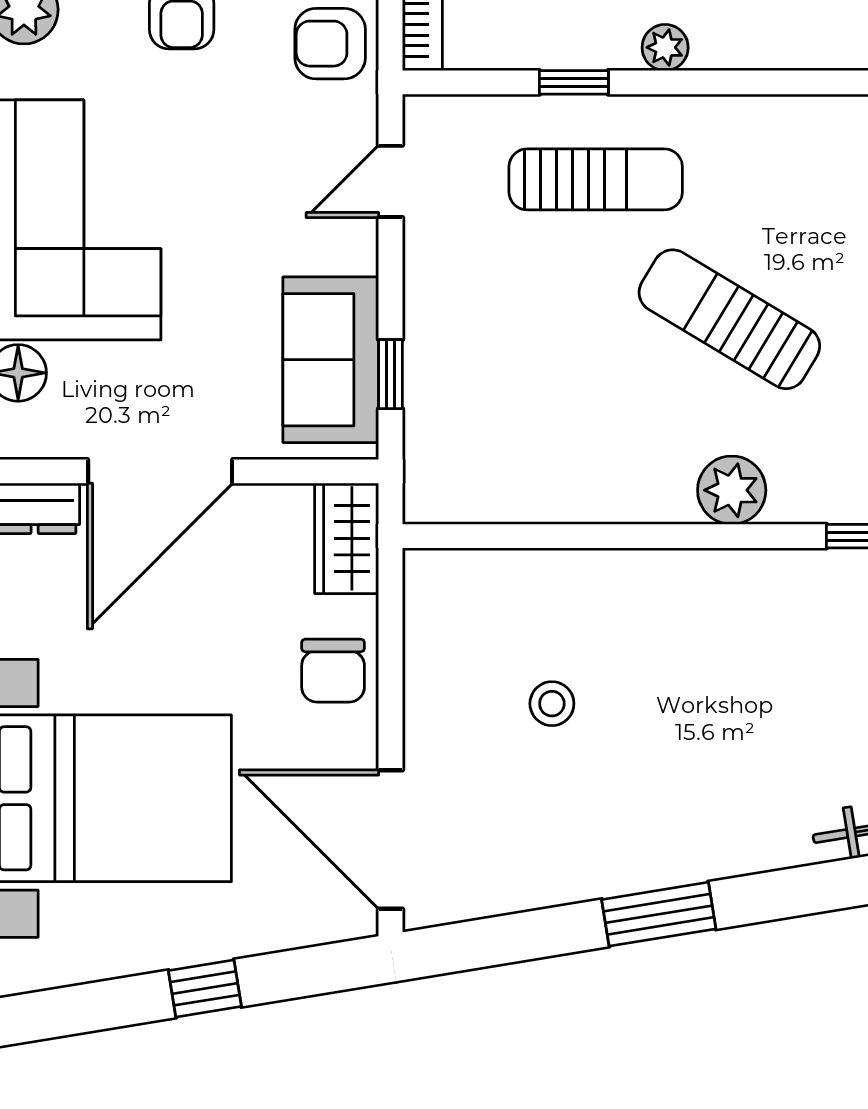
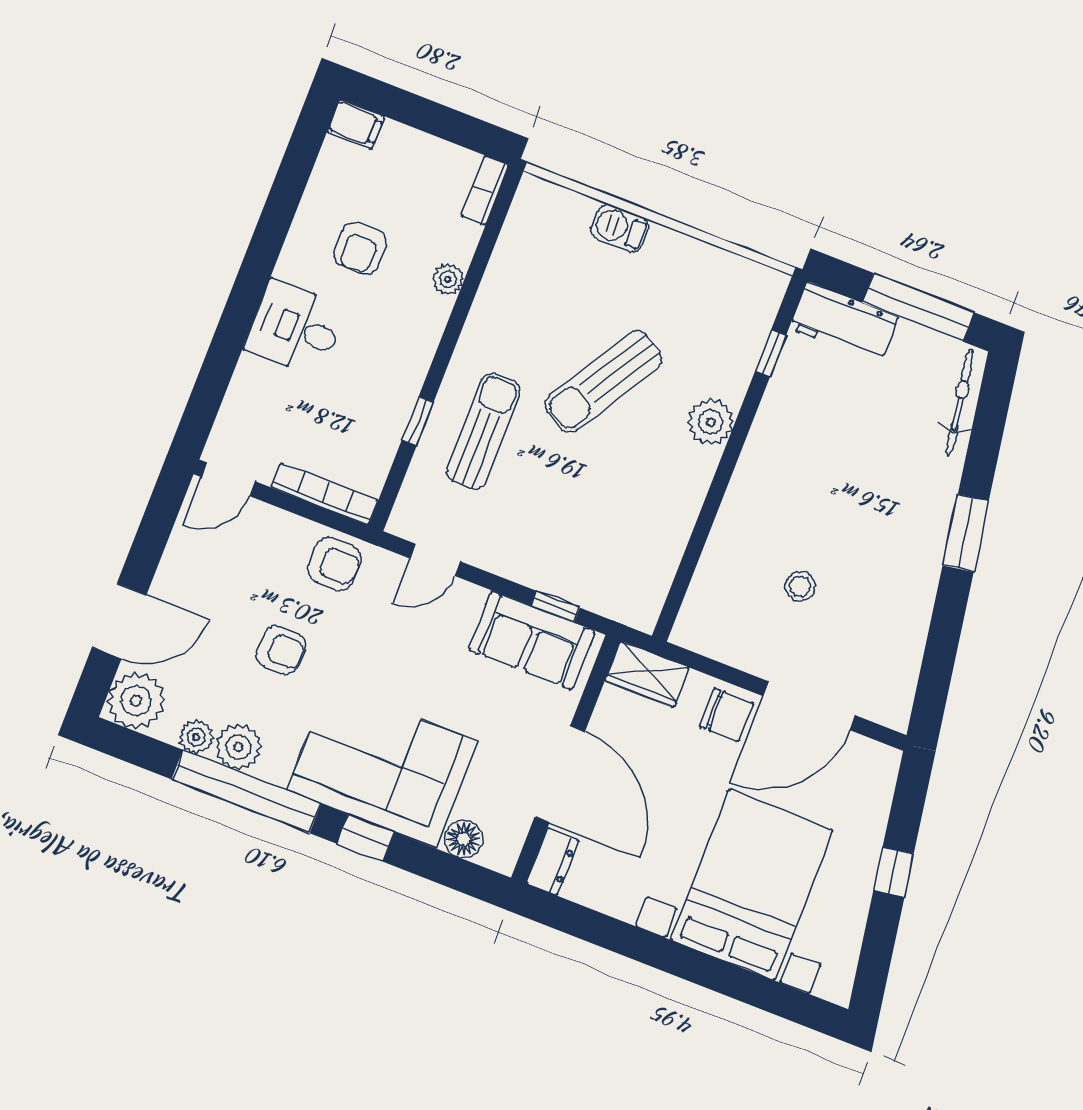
armchair: (330, 44) -> (334, 564), turned -90
plant: (665, 47) -> (448, 279), moved
door: (391, 181) -> (435, 560), hinge flipped
door: (391, 839) -> (809, 706), moved
window: (659, 914) -> (966, 533), moved

